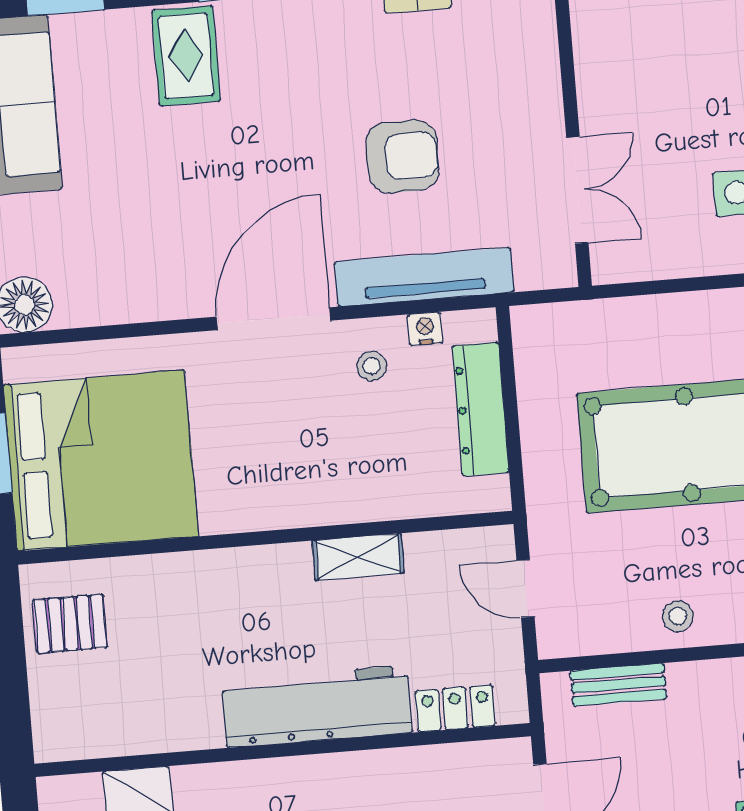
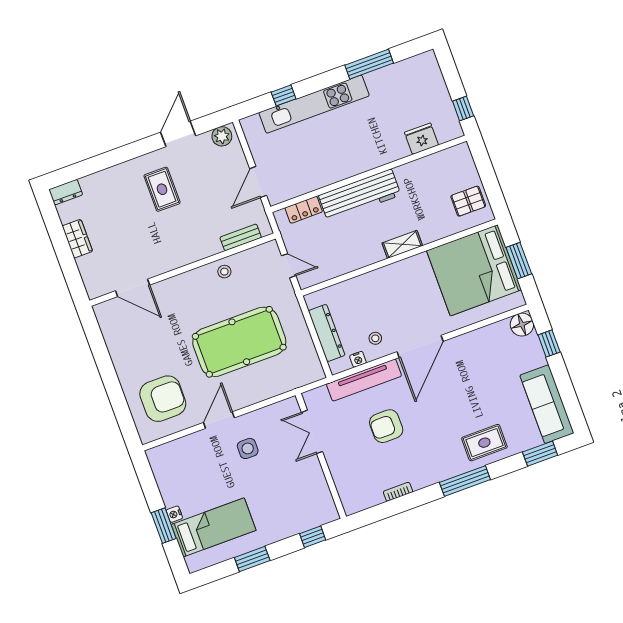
rug: (186, 56) -> (484, 443), turned 90
shelving: (358, 557) -> (402, 244), moved

